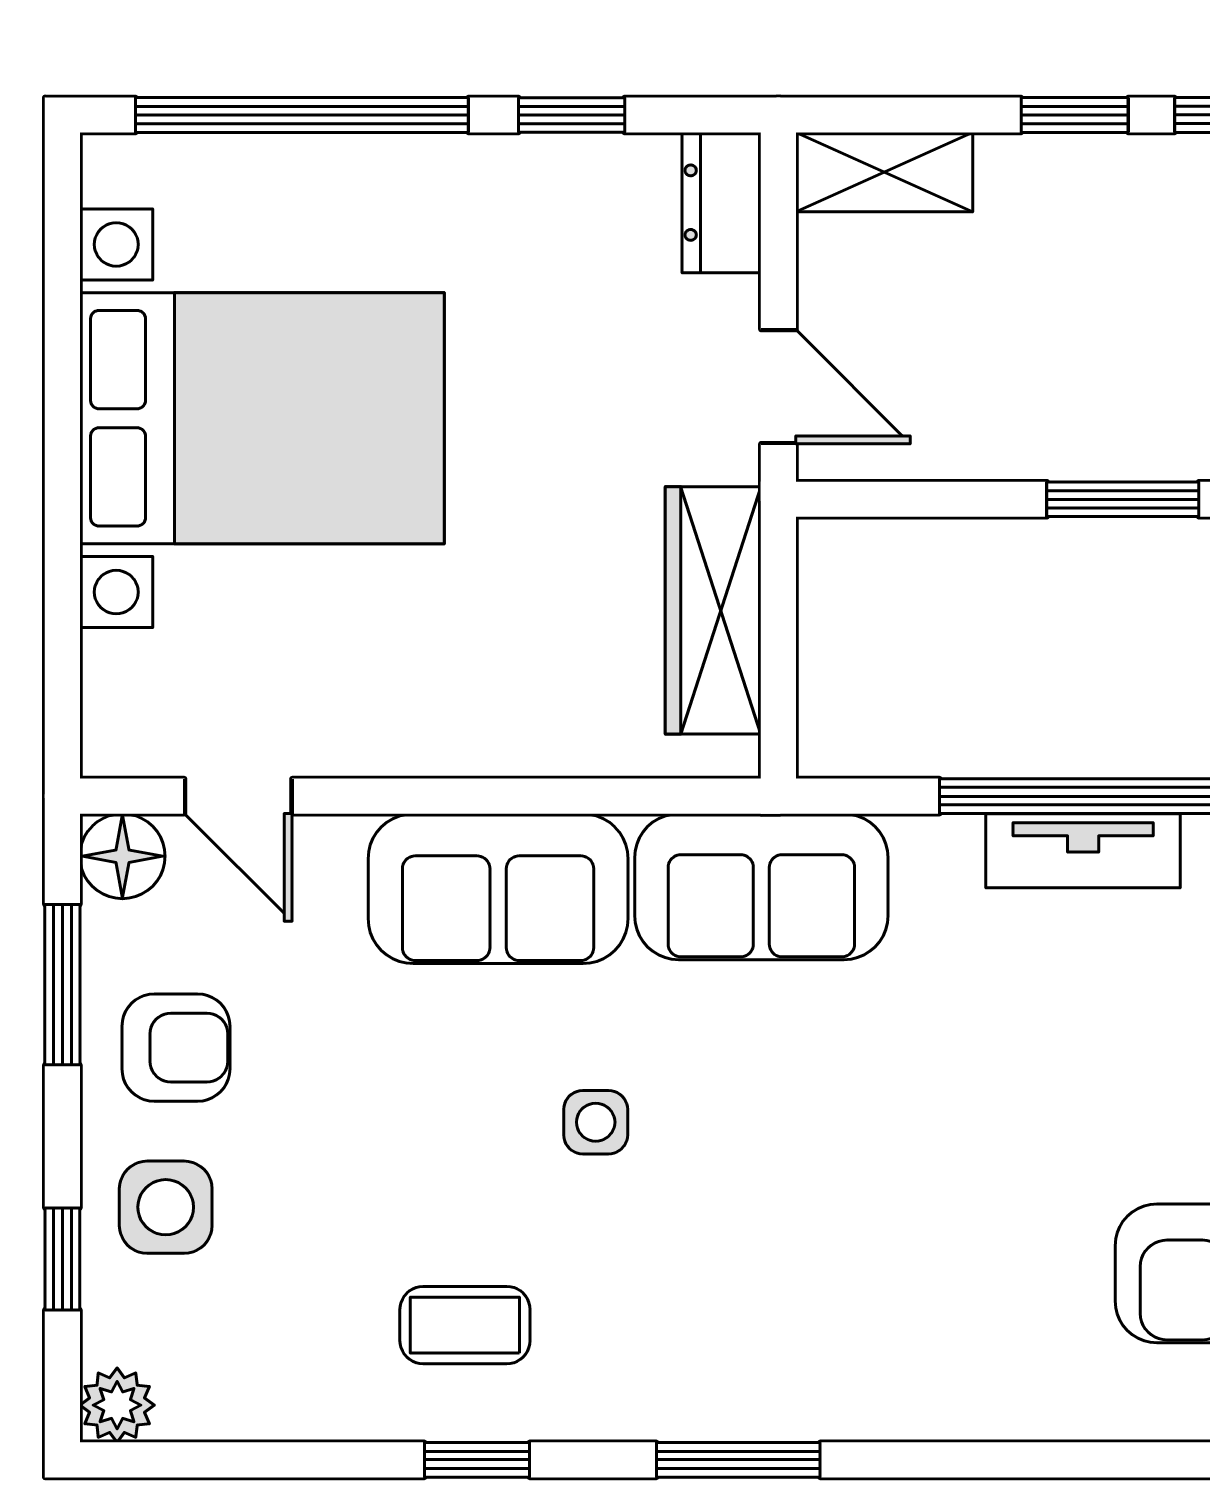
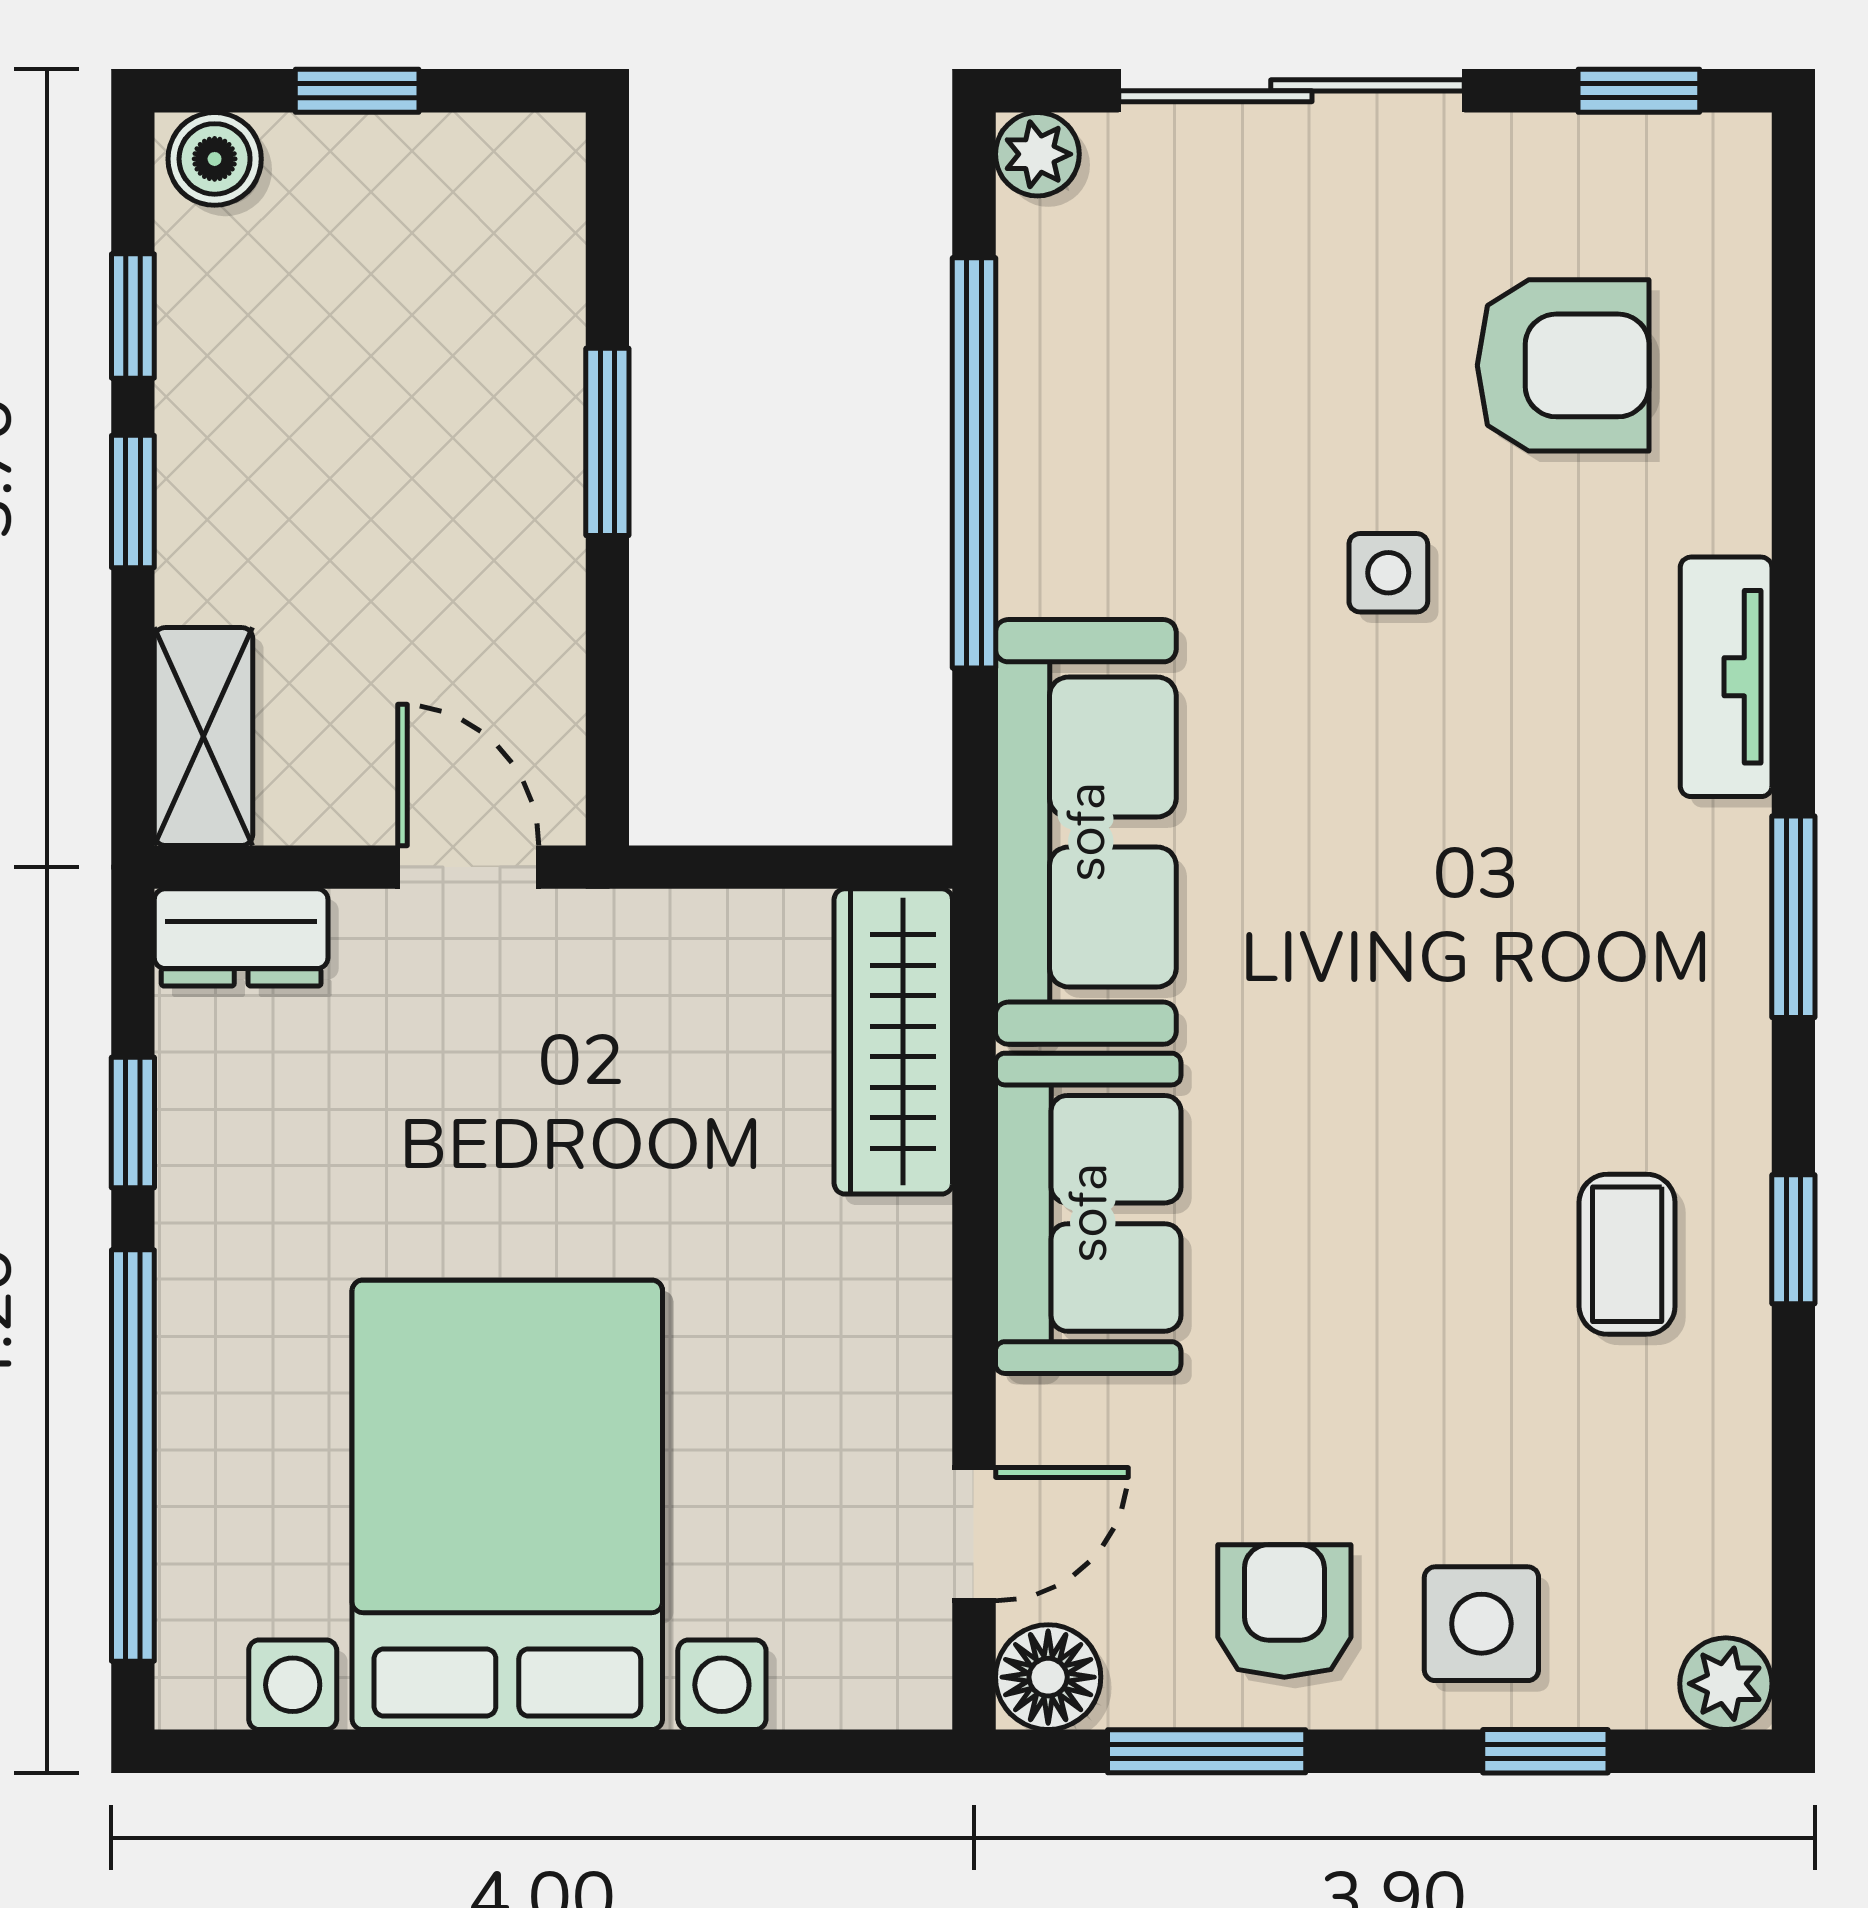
door: (778, 387) -> (468, 867), hinge flipped
wardrobe: (713, 610) -> (893, 1041), moved, turned 90
tv unit: (1083, 851) -> (1726, 677), moved, turned 180
sofa: (761, 887) -> (1086, 832), width x1.36
side table: (596, 1122) -> (1388, 573), moved

